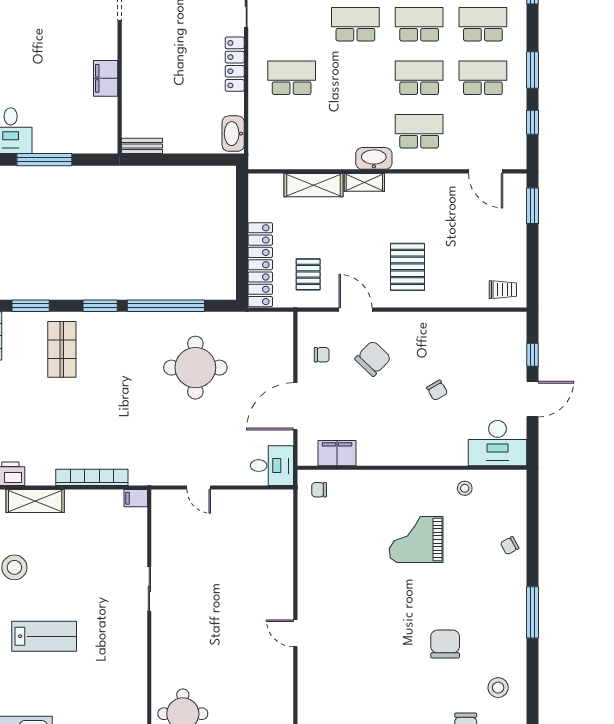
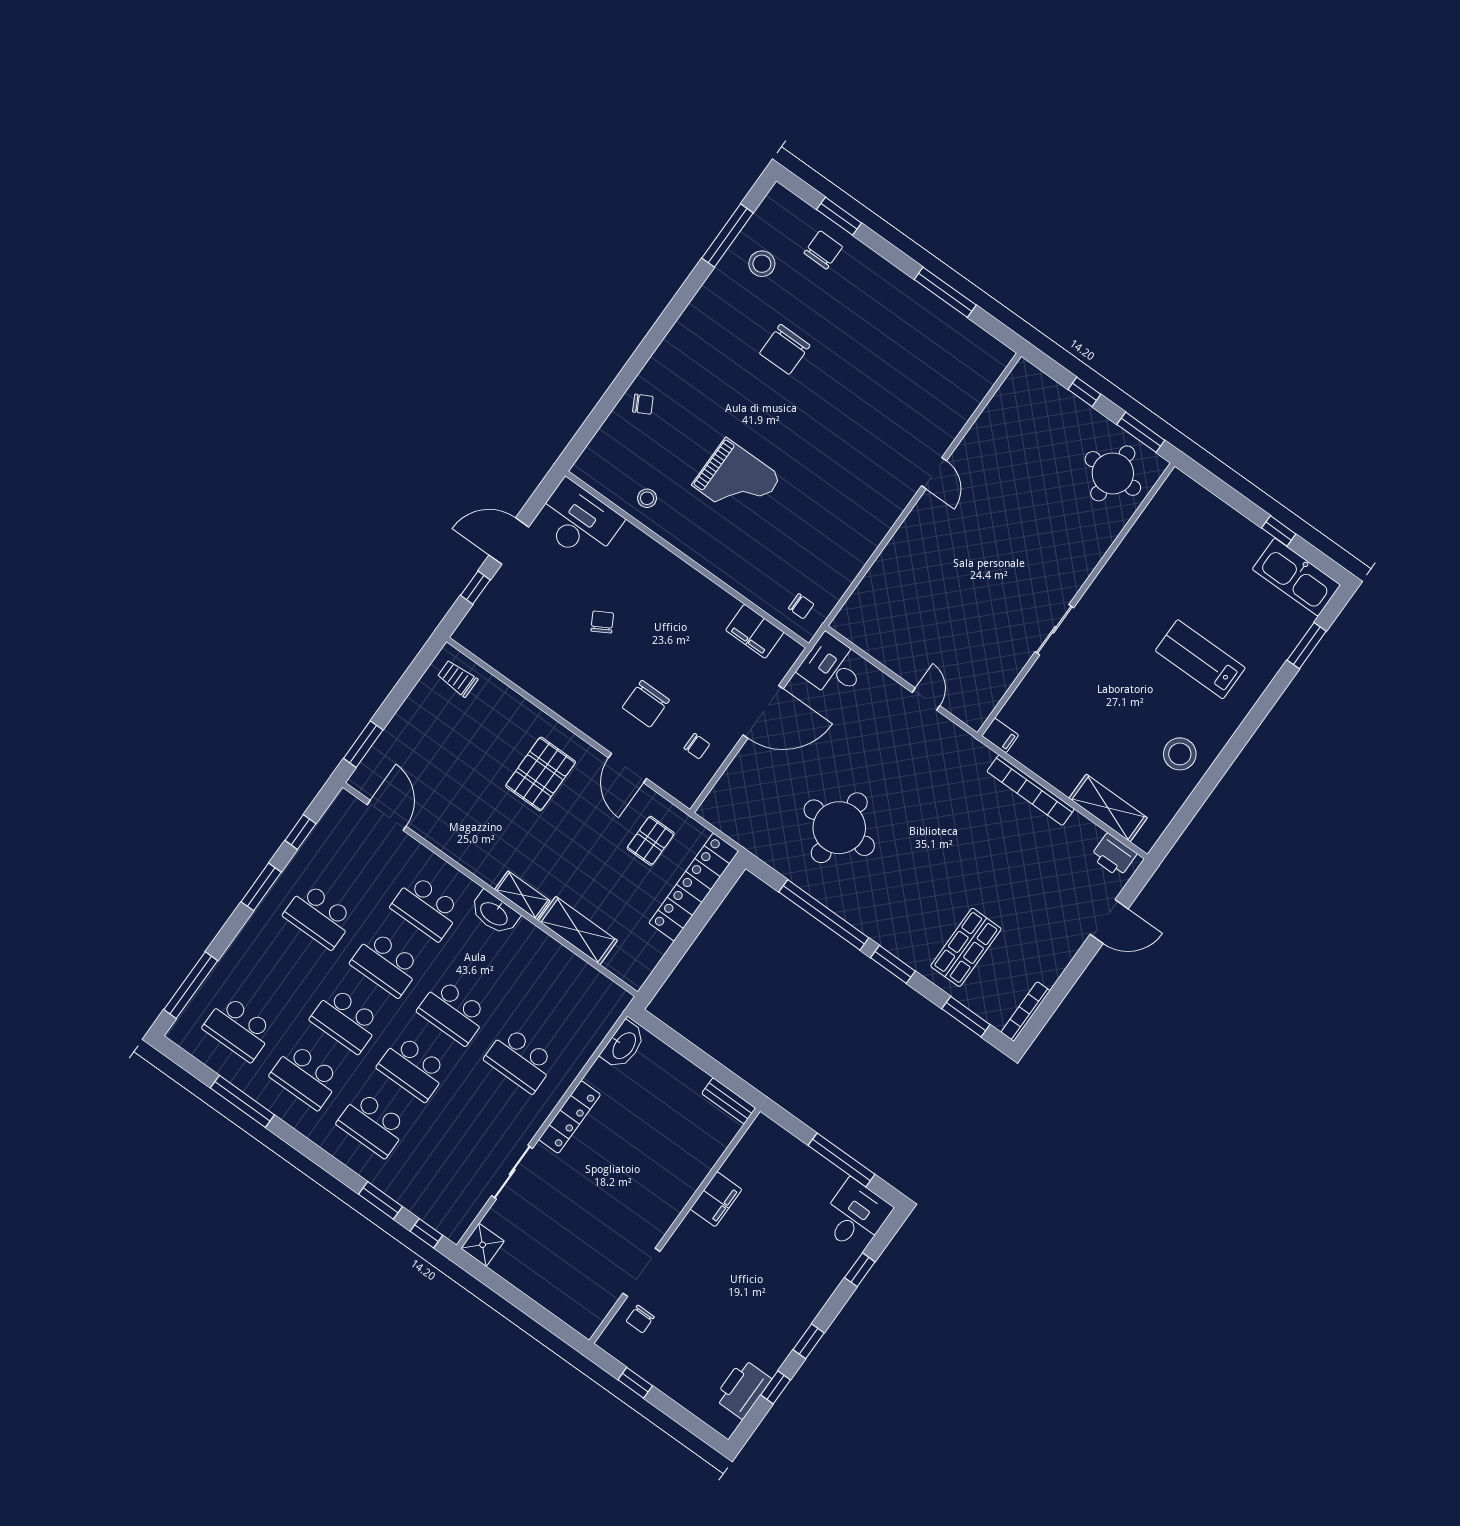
school desk: (483, 24) -> (453, 1012), moved
chair: (322, 355) -> (697, 746), turned 180
chair: (373, 358) -> (646, 704), turned -44
window: (532, 612) -> (727, 236), moved

